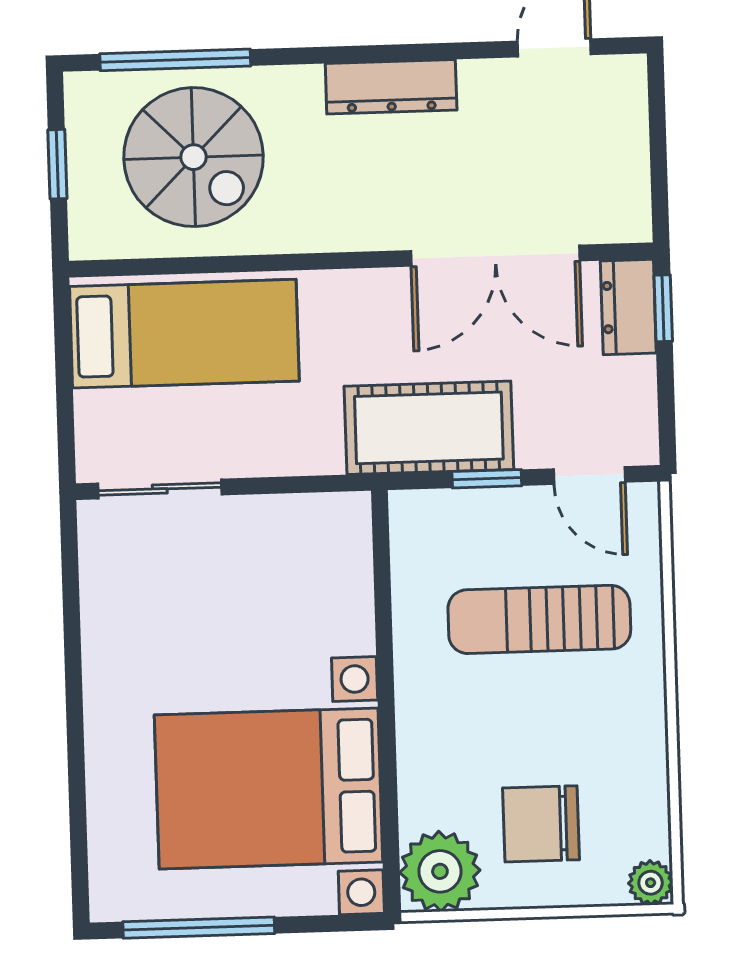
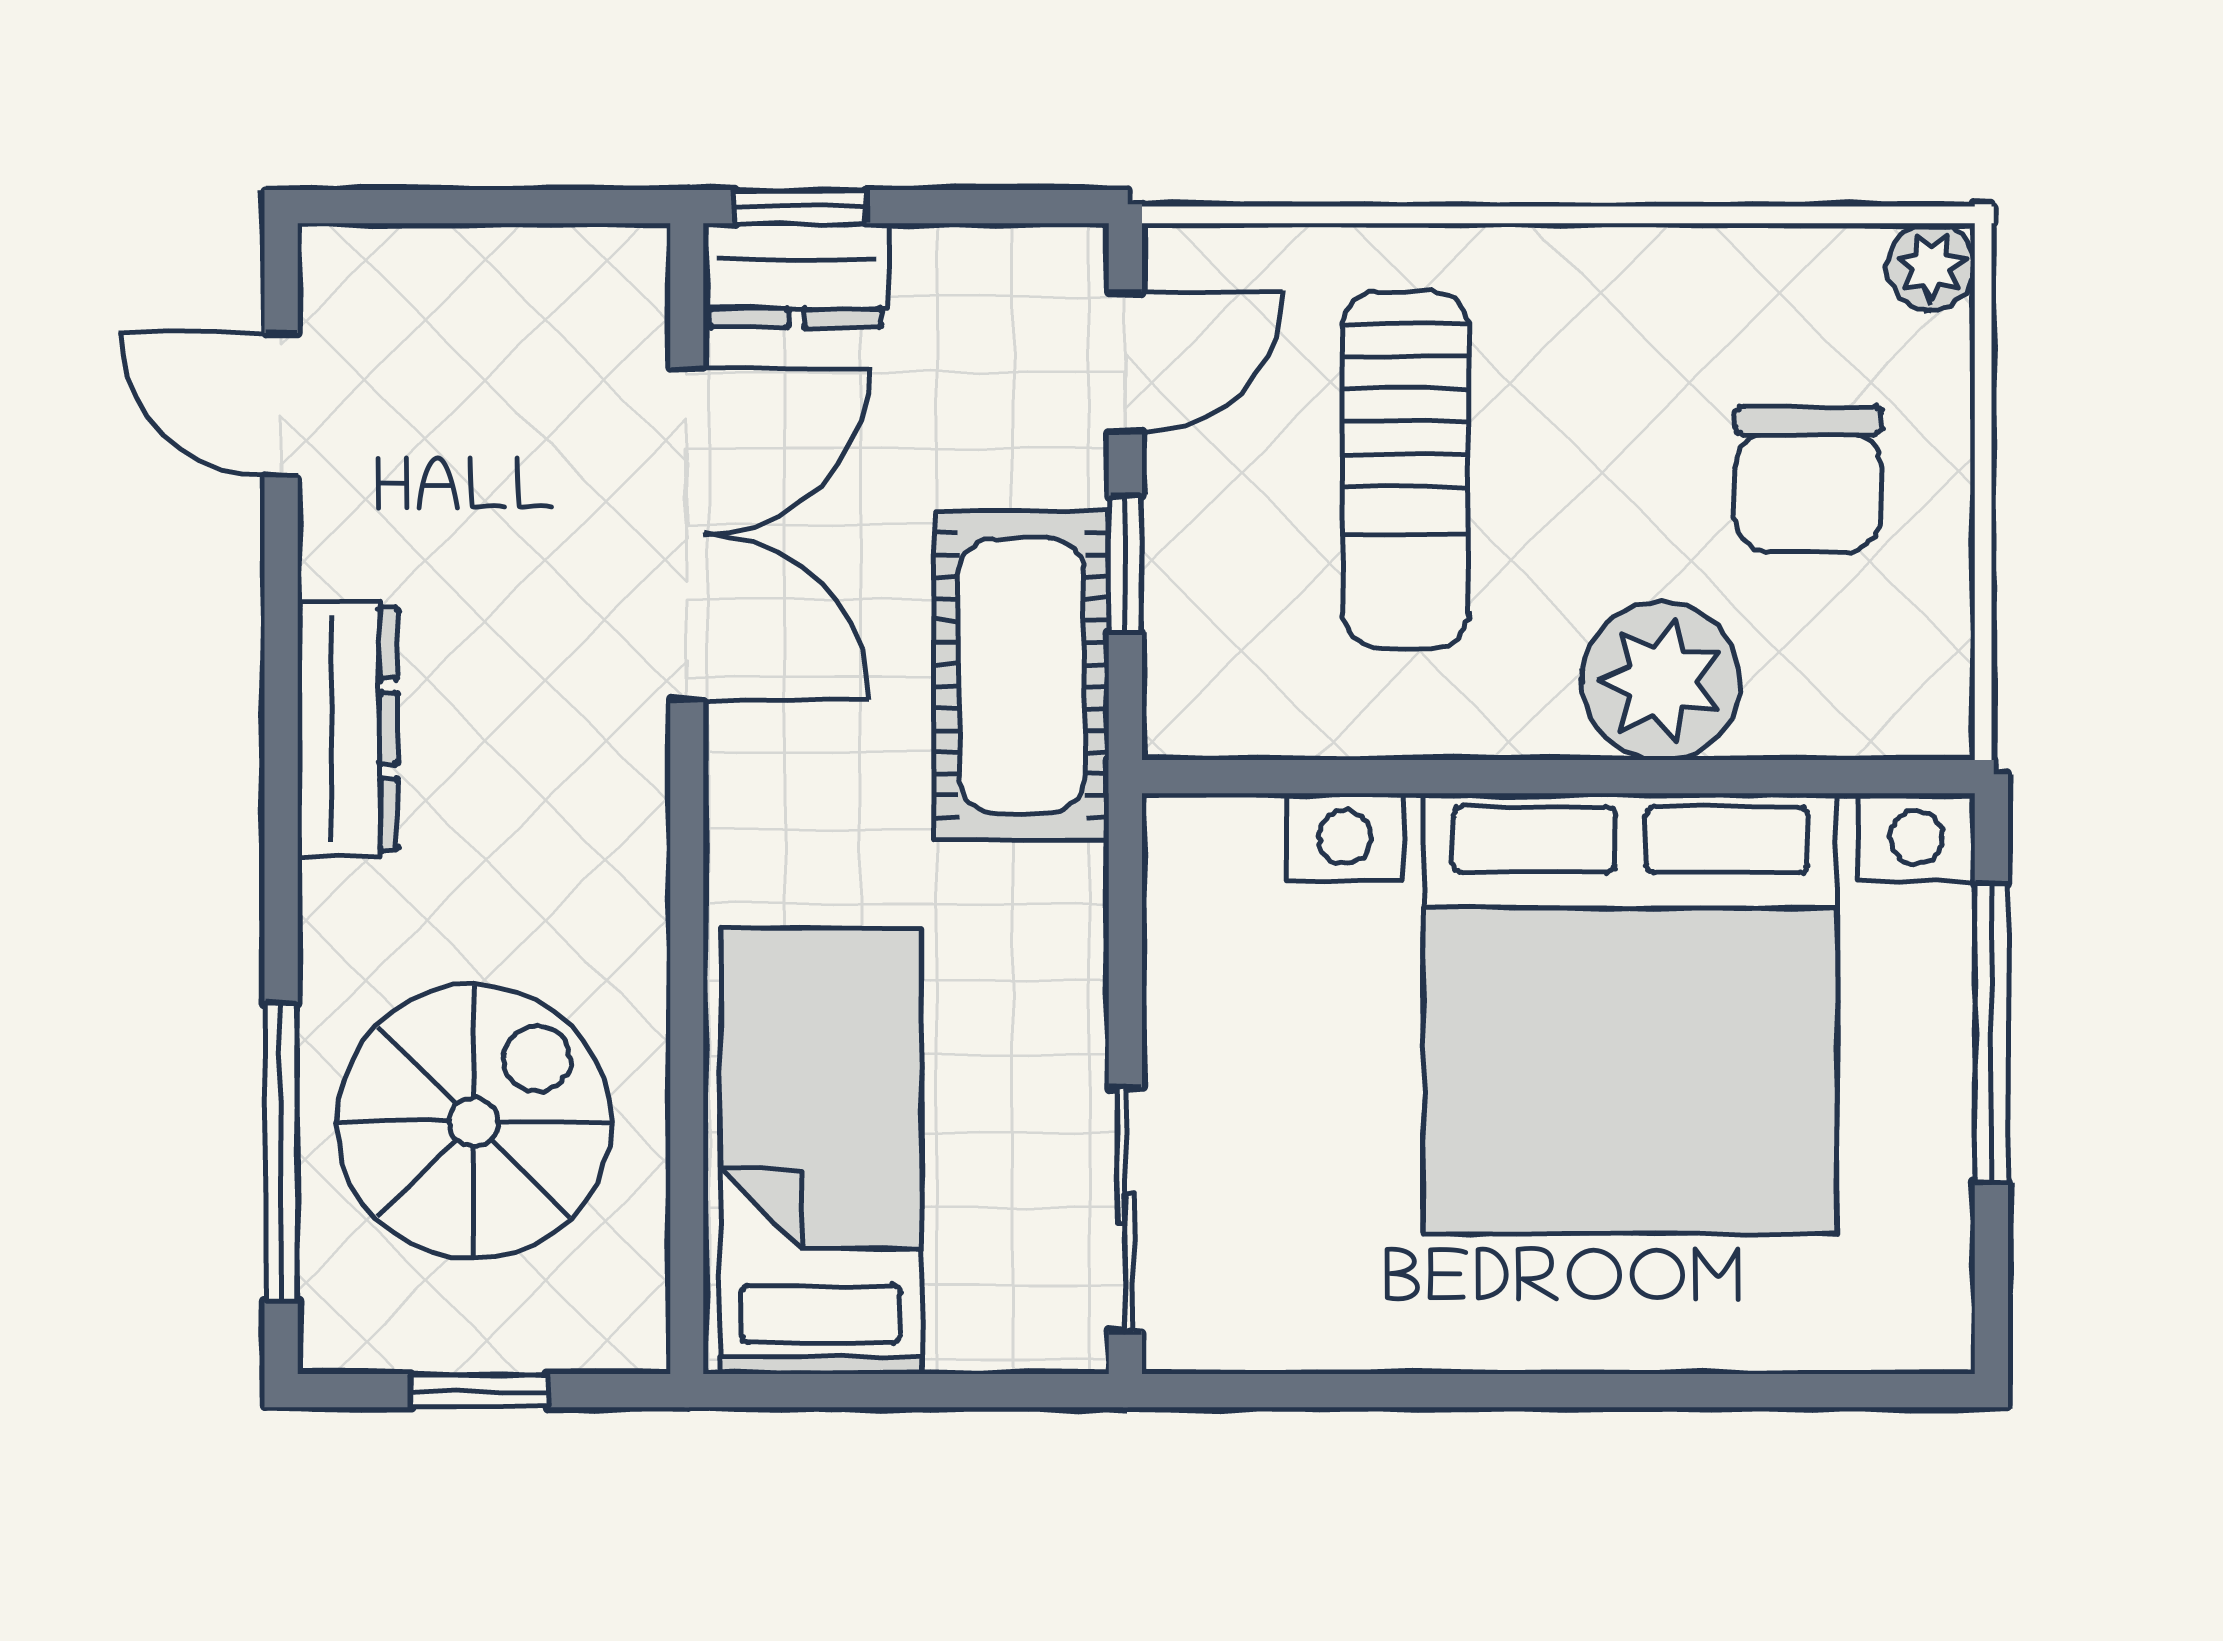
bed with nightstands: (269, 788) -> (1630, 1013), width x1.36
plant: (440, 871) -> (1661, 681), moved
window: (199, 928) -> (1991, 1033), moved

